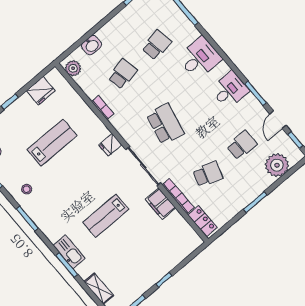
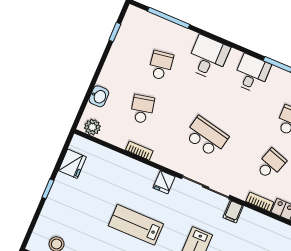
lab bench: (52, 143) -> (136, 225), moved, turned -90
bookcase: (178, 196) -> (260, 202), width x0.64
filing cabinet: (160, 204) -> (233, 212), width x0.50

